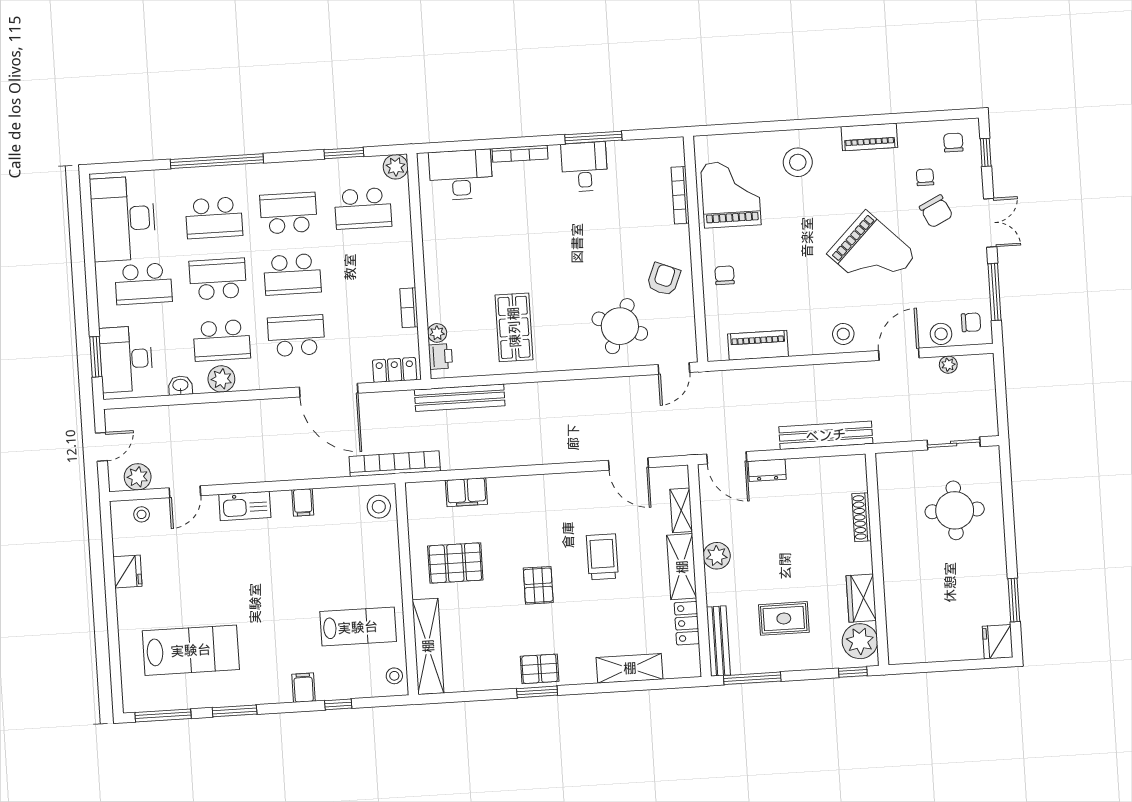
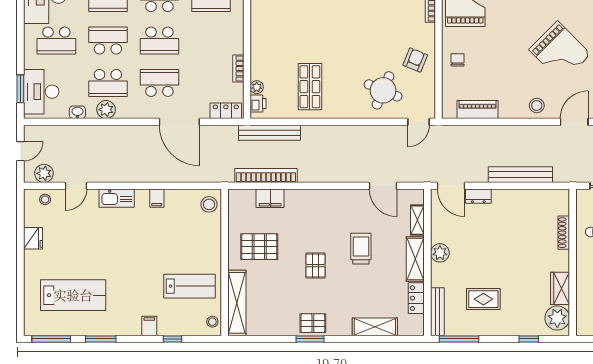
bookcase: (395, 464) -> (266, 175), moved
shoe rack: (862, 517) -> (564, 233), moved
wall: (877, 559) -> (573, 262), moved
wardrobe: (861, 598) -> (560, 288), moved
plant: (860, 641) -> (557, 318), moved

